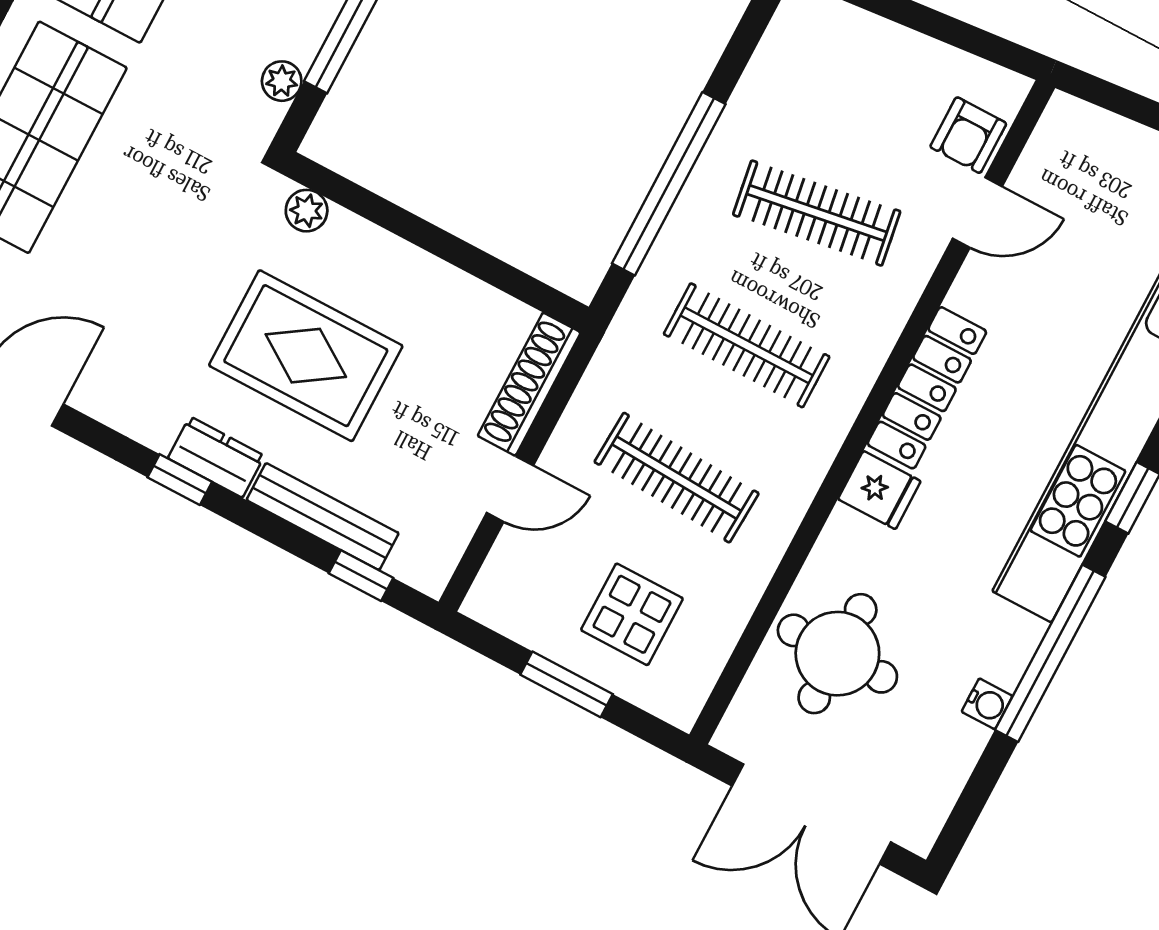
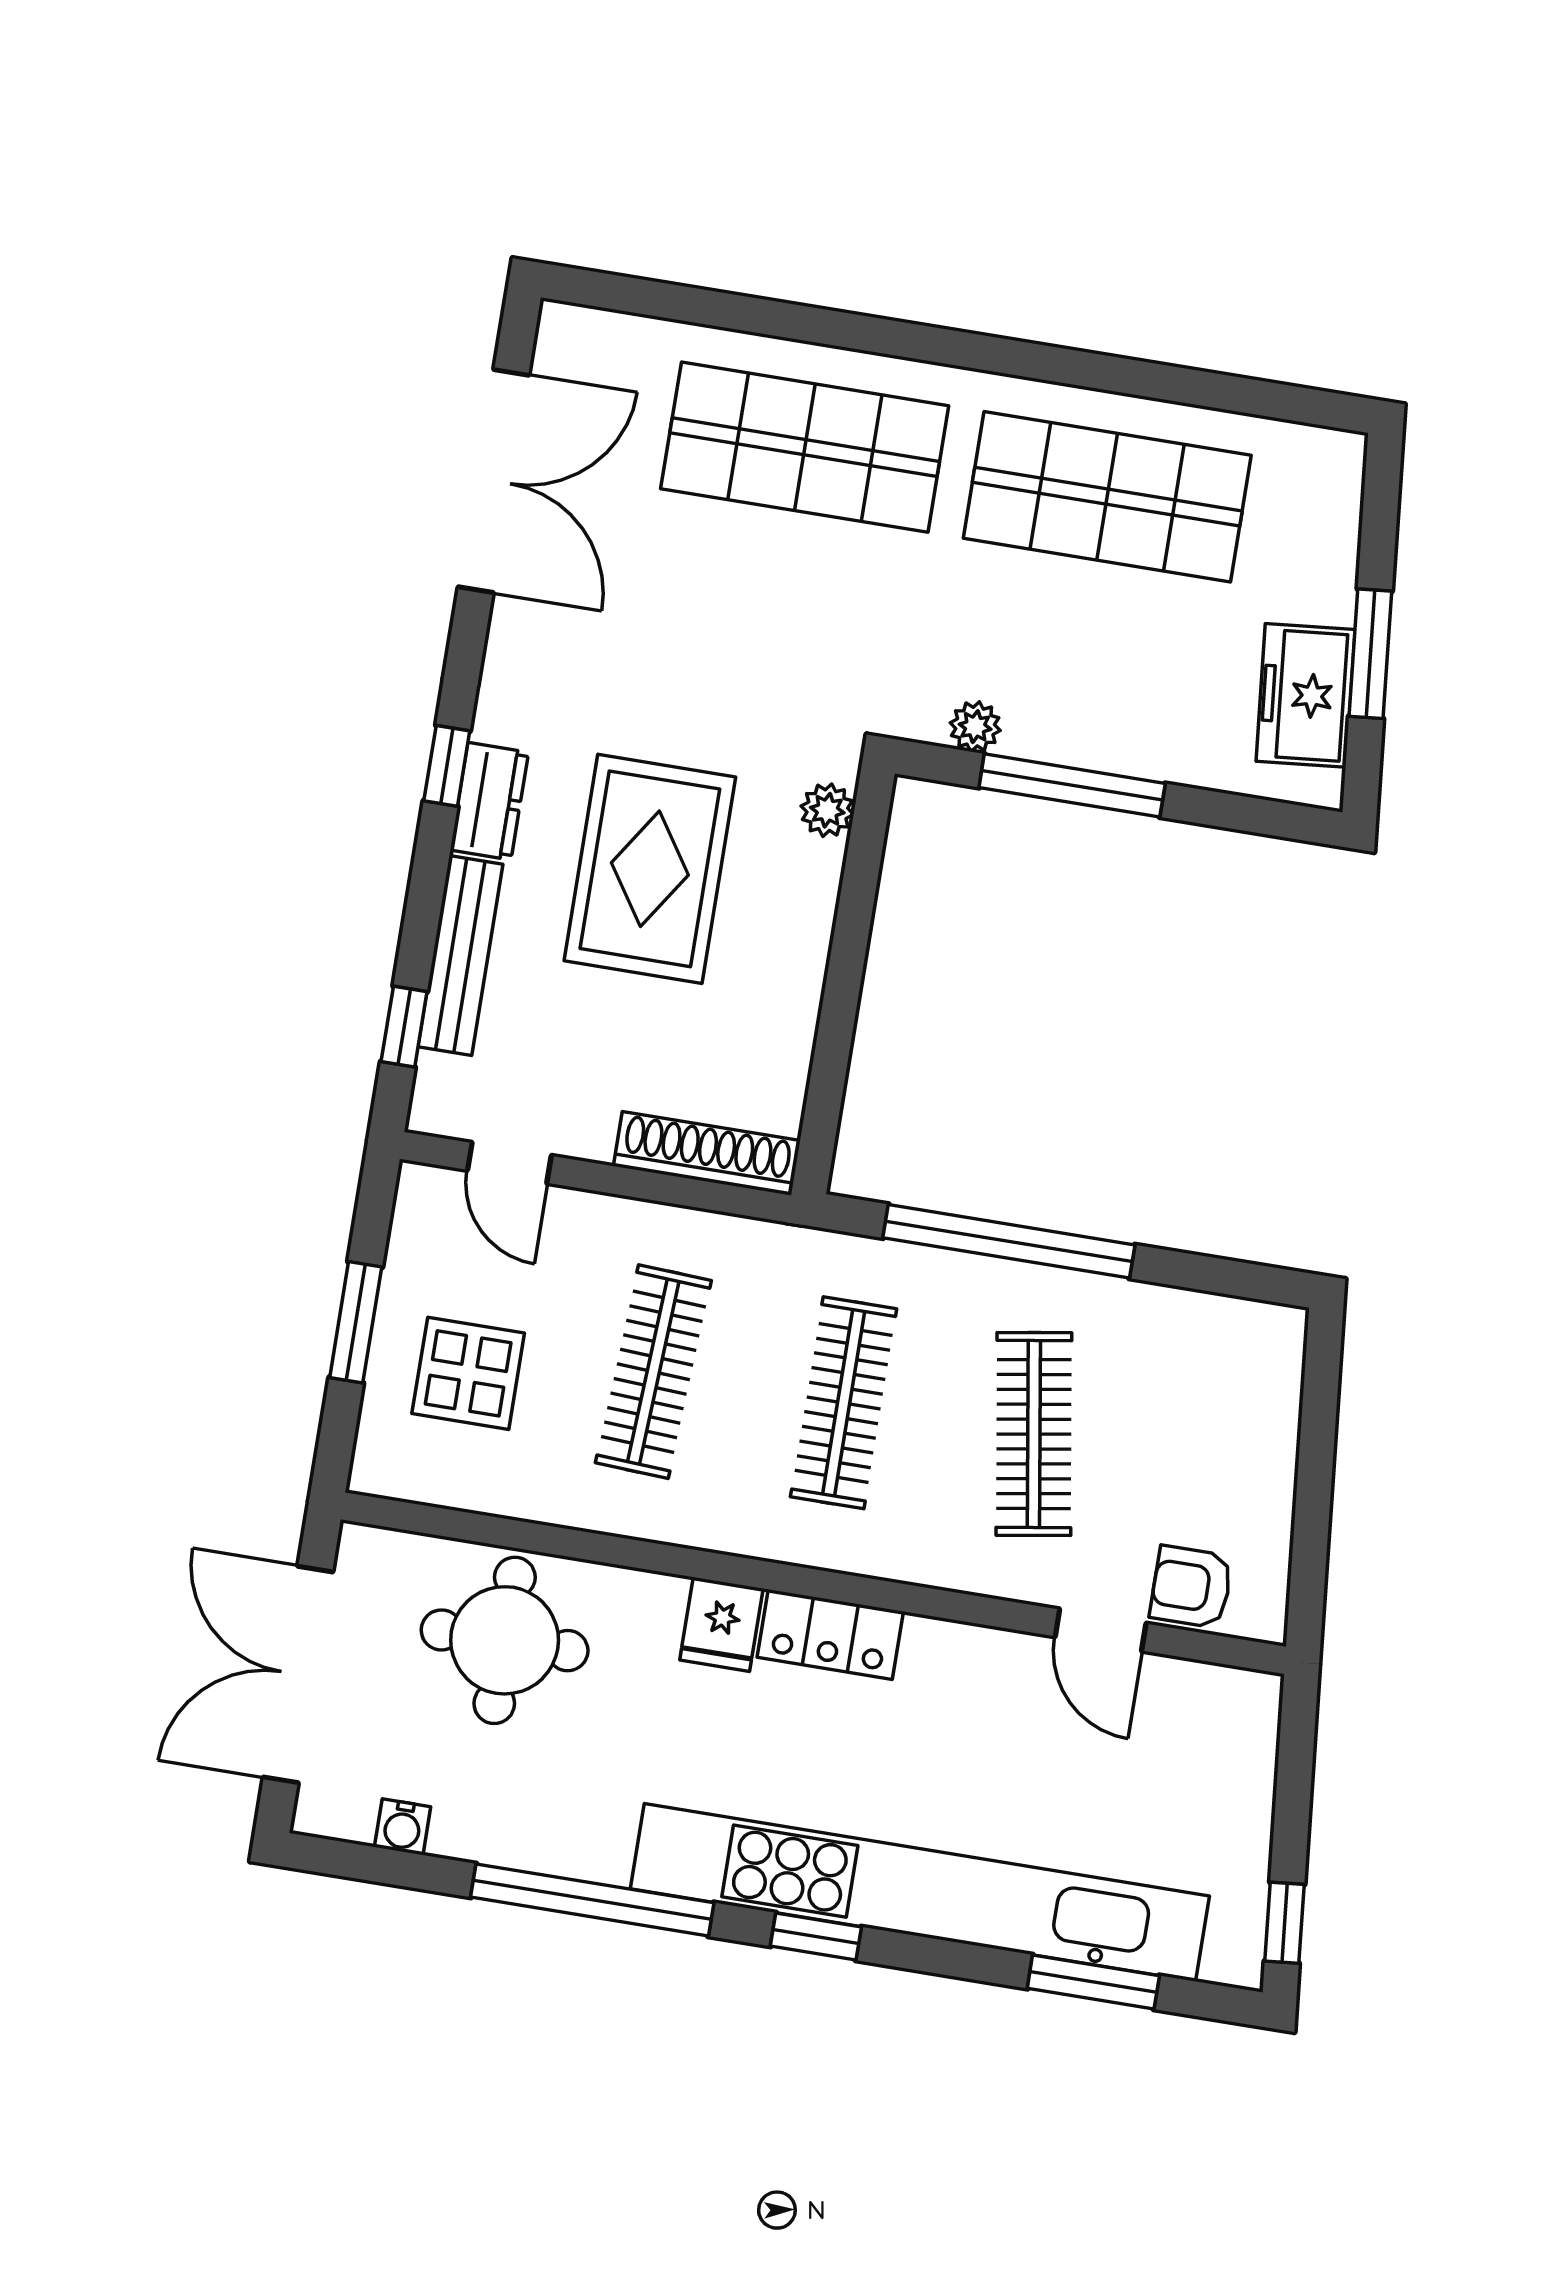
locker: (927, 388) -> (830, 1634), width x0.66
door: (510, 489) -> (509, 1163), moved
water cooler: (987, 704) -> (403, 1827), moved

